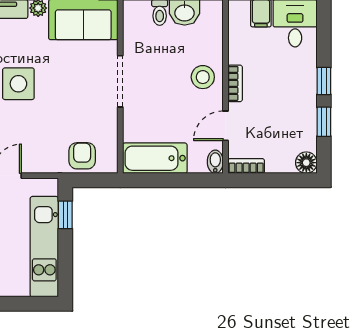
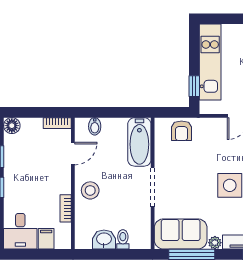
bookcase: (235, 83) -> (66, 208), moved
bathtub: (155, 158) -> (139, 142), moved, turned 90
bidet: (215, 162) -> (95, 126), moved

